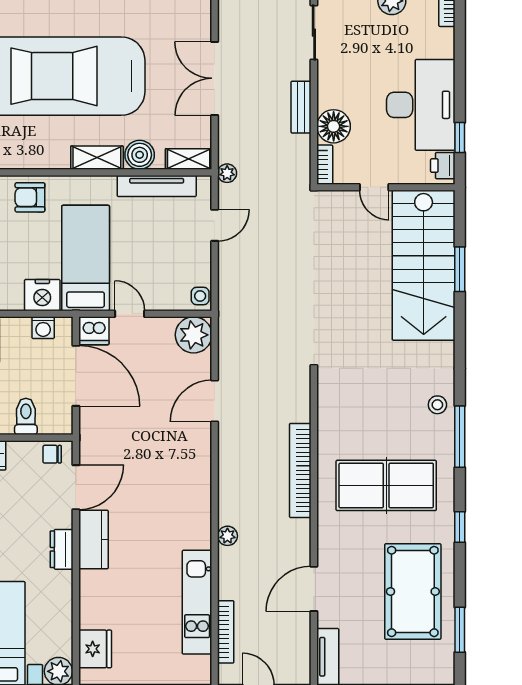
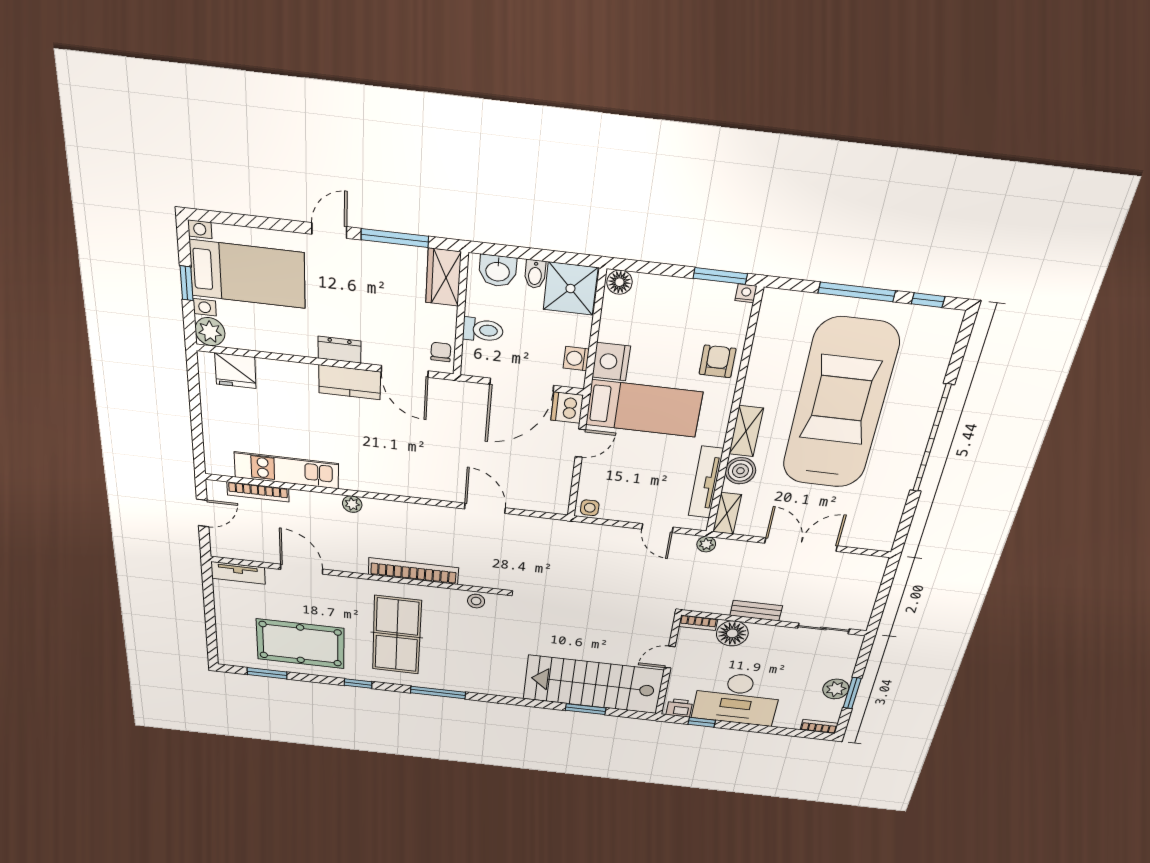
plant: (194, 335) -> (552, 498), removed
stool: (437, 405) -> (476, 601), moved

